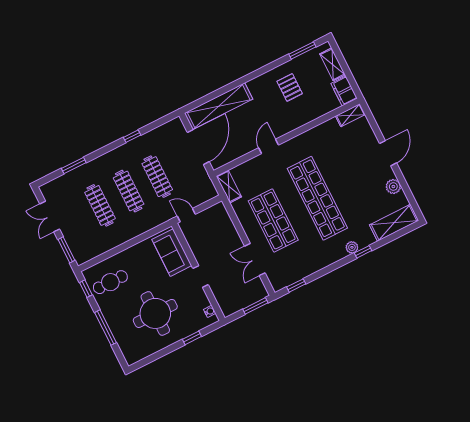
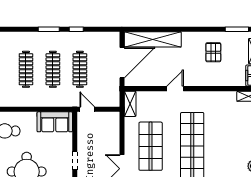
window: (74, 165) -> (49, 29), moved
sofa: (172, 253) -> (55, 122), moved, turned -90

